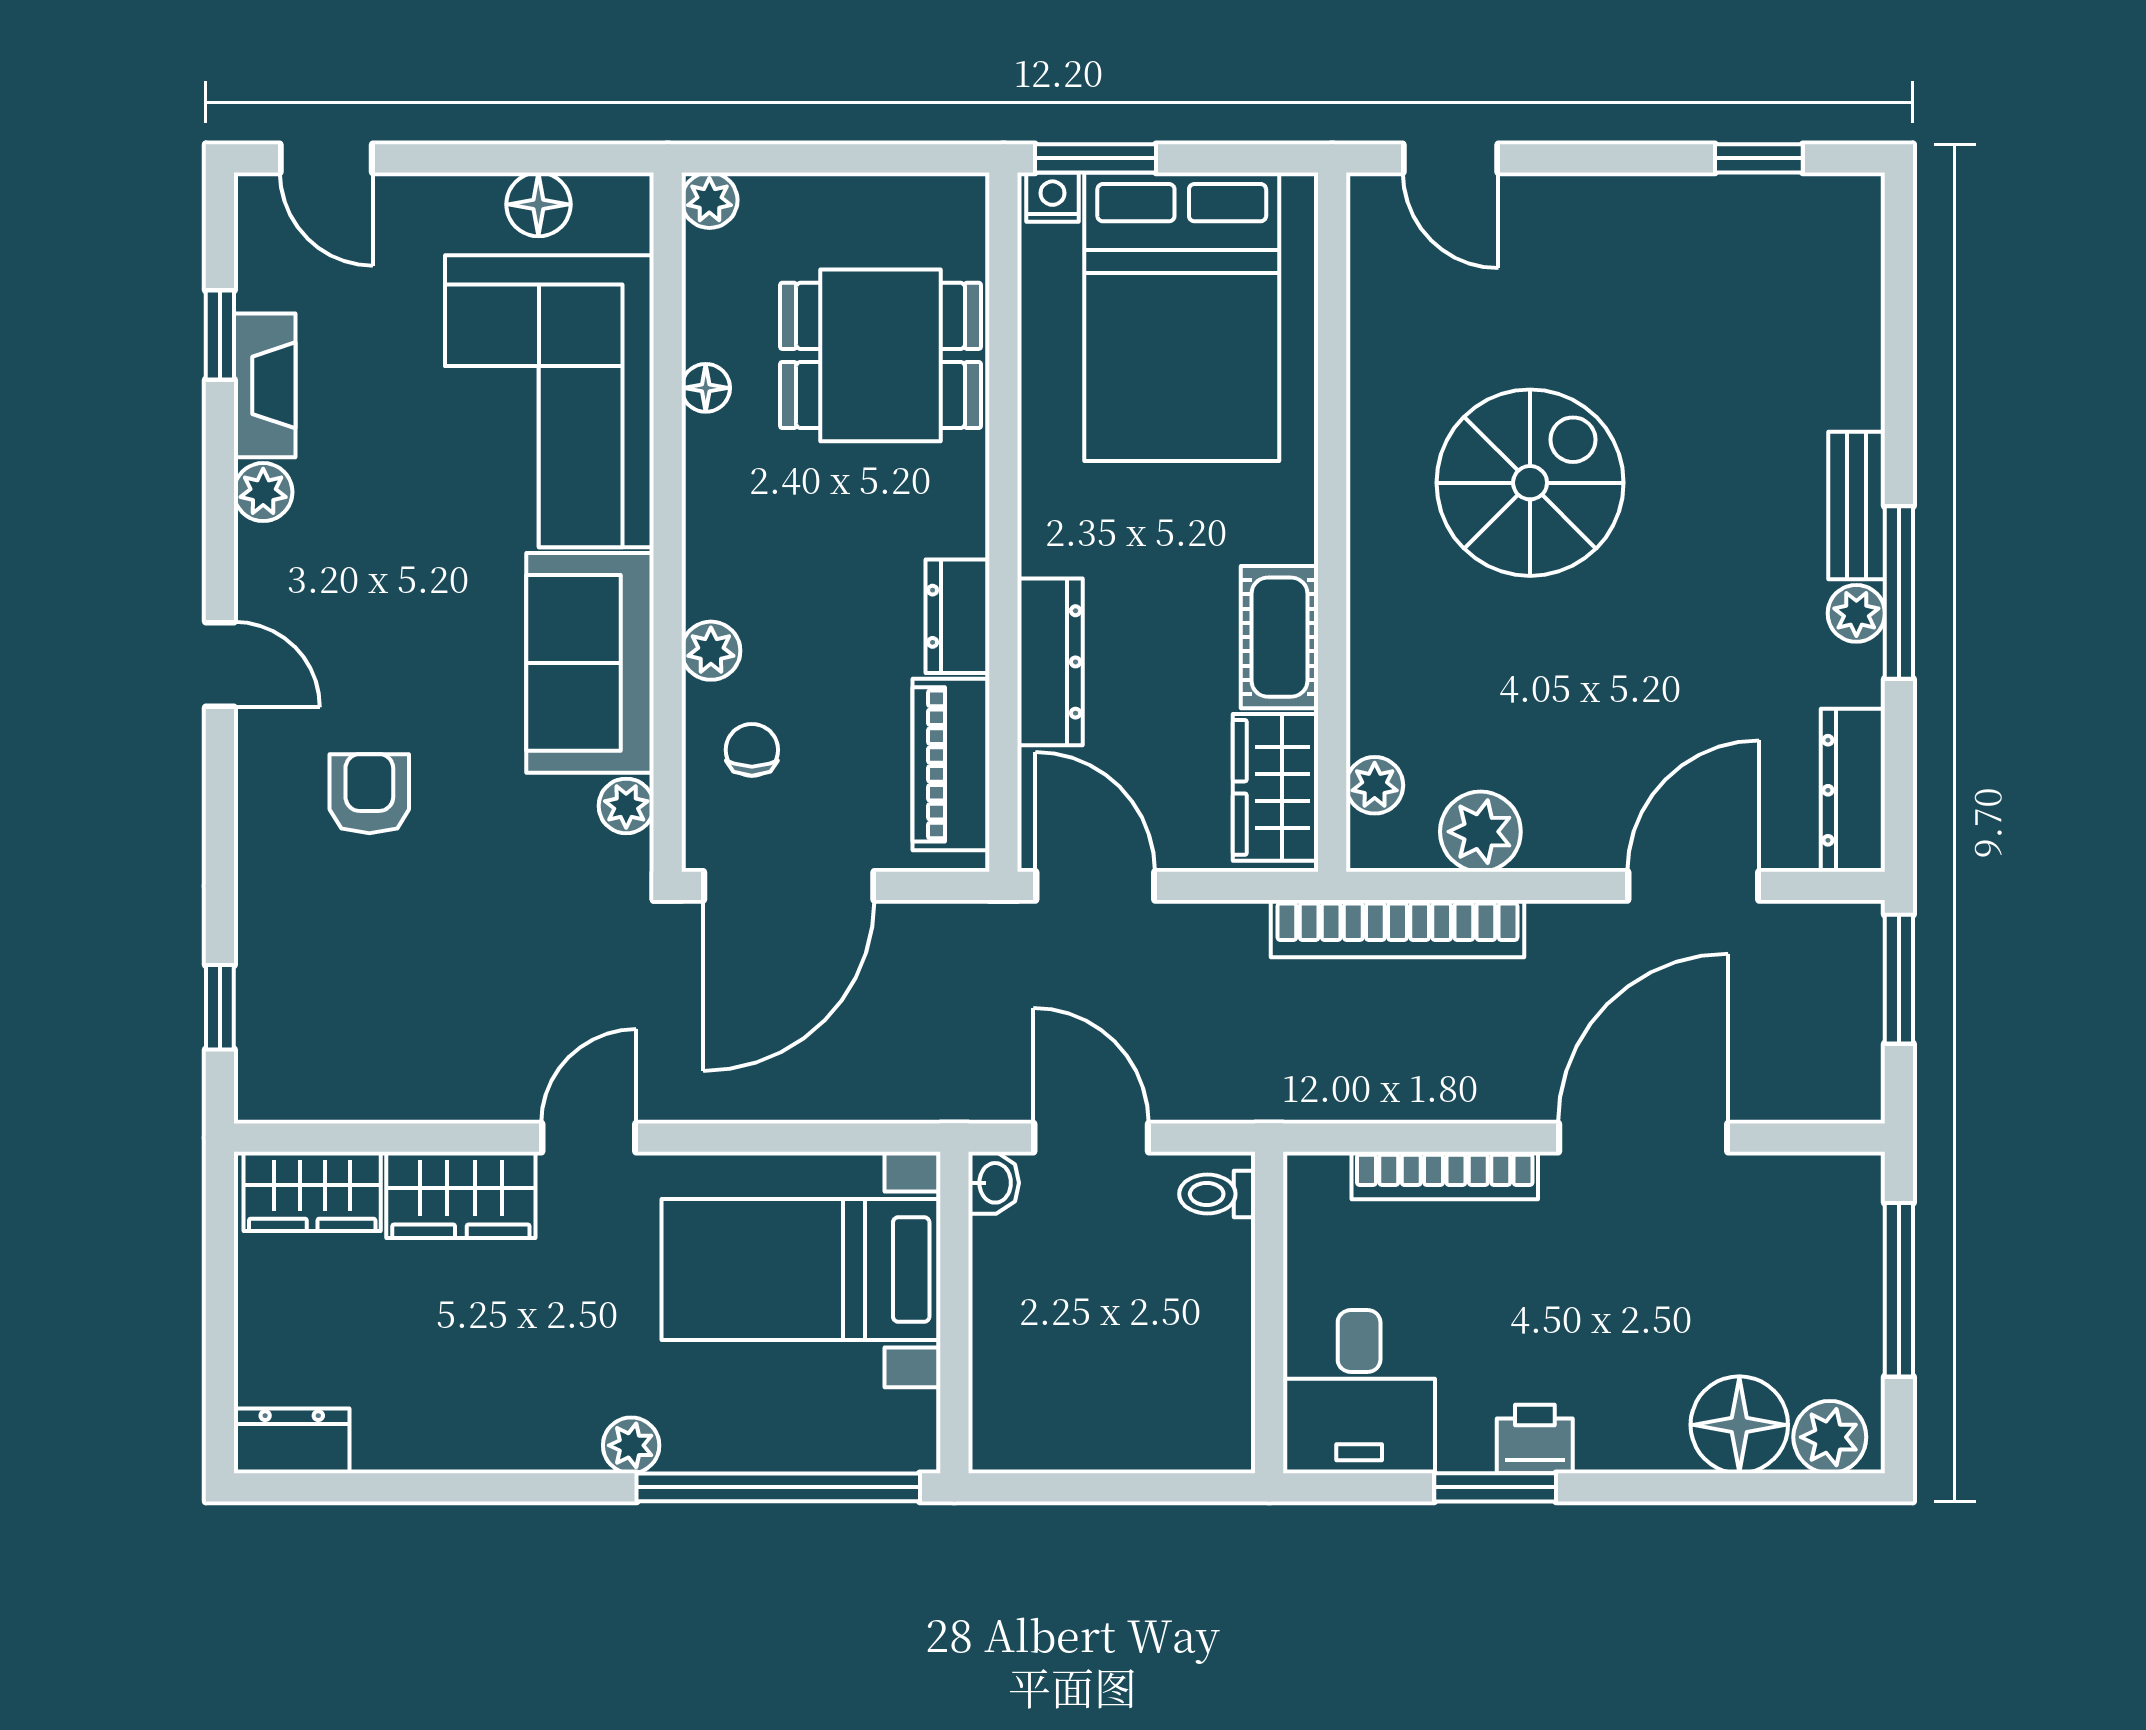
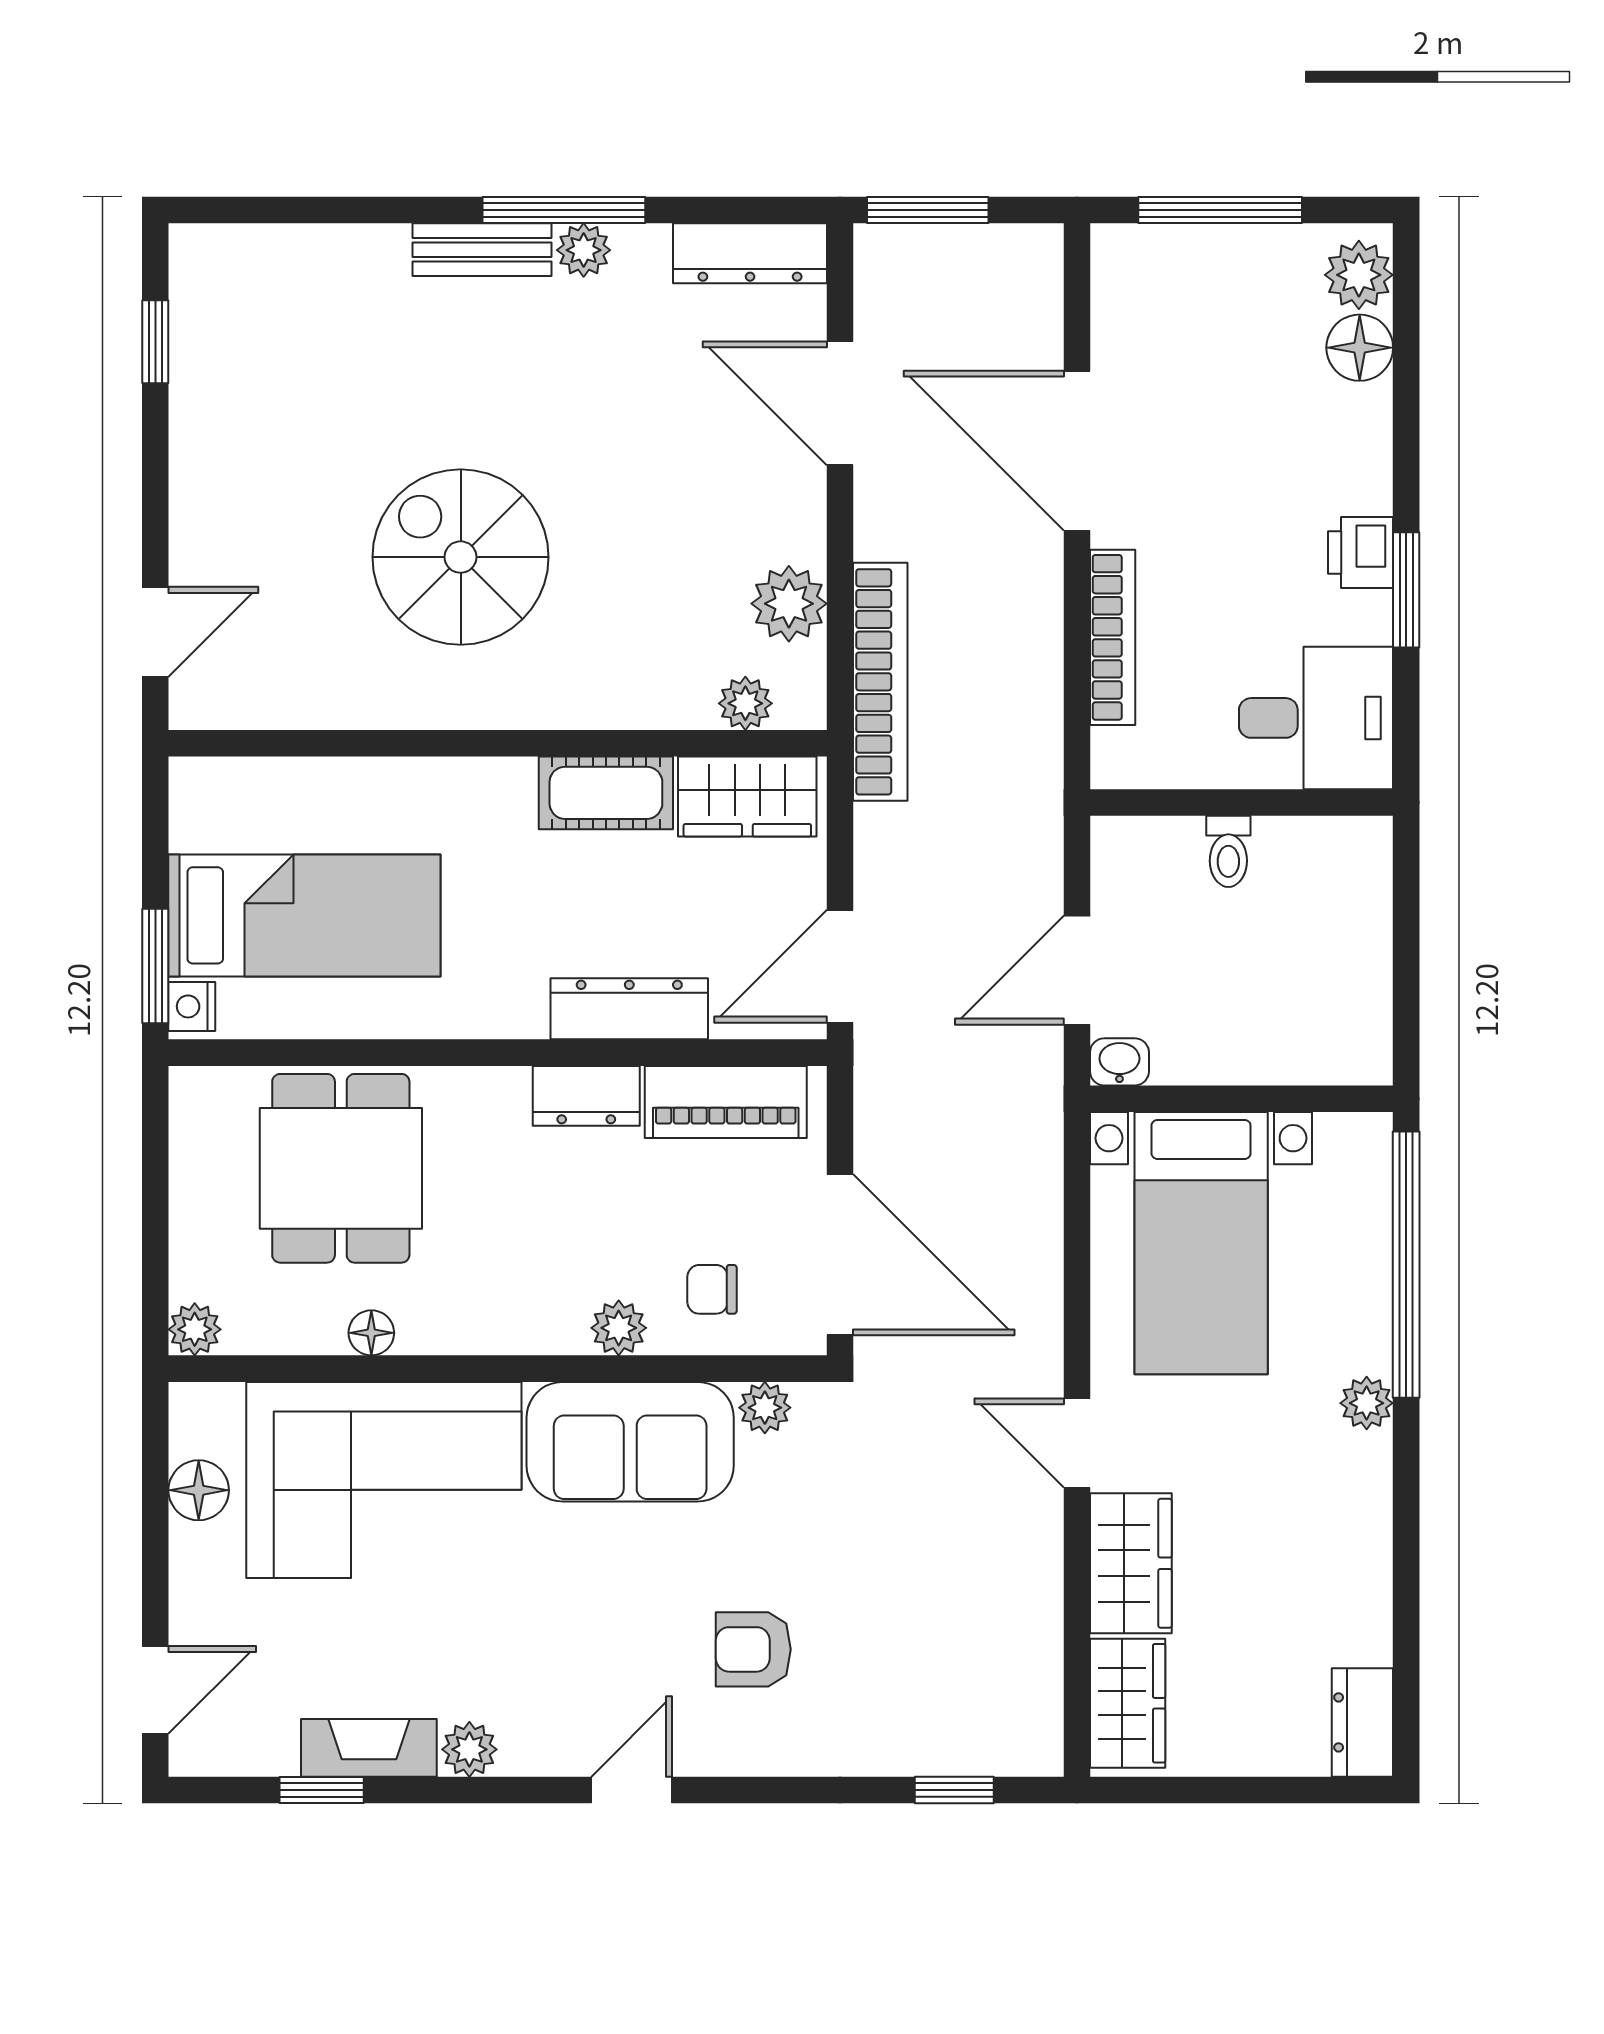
bed: (1182, 317) -> (304, 915), width x0.67
toilet: (1217, 1194) -> (1228, 851), moved
floor lamp: (1739, 1425) -> (1360, 348), width x0.73, depth x0.73

